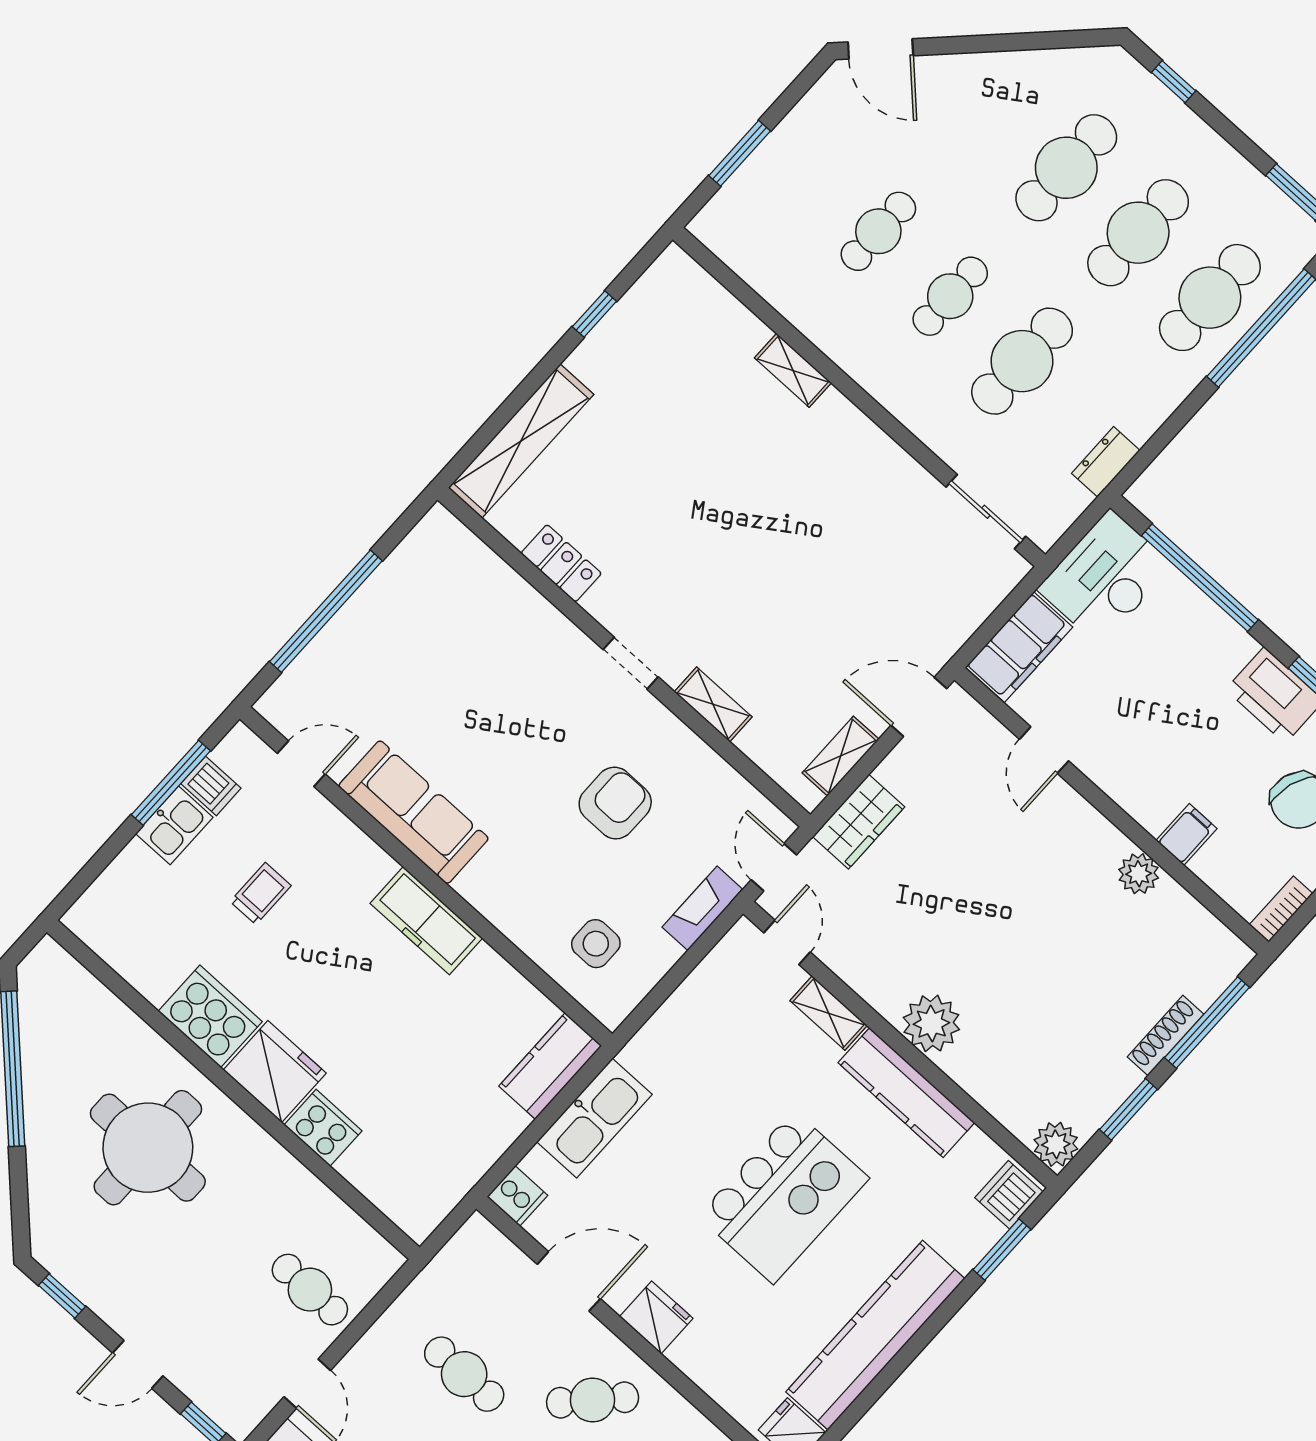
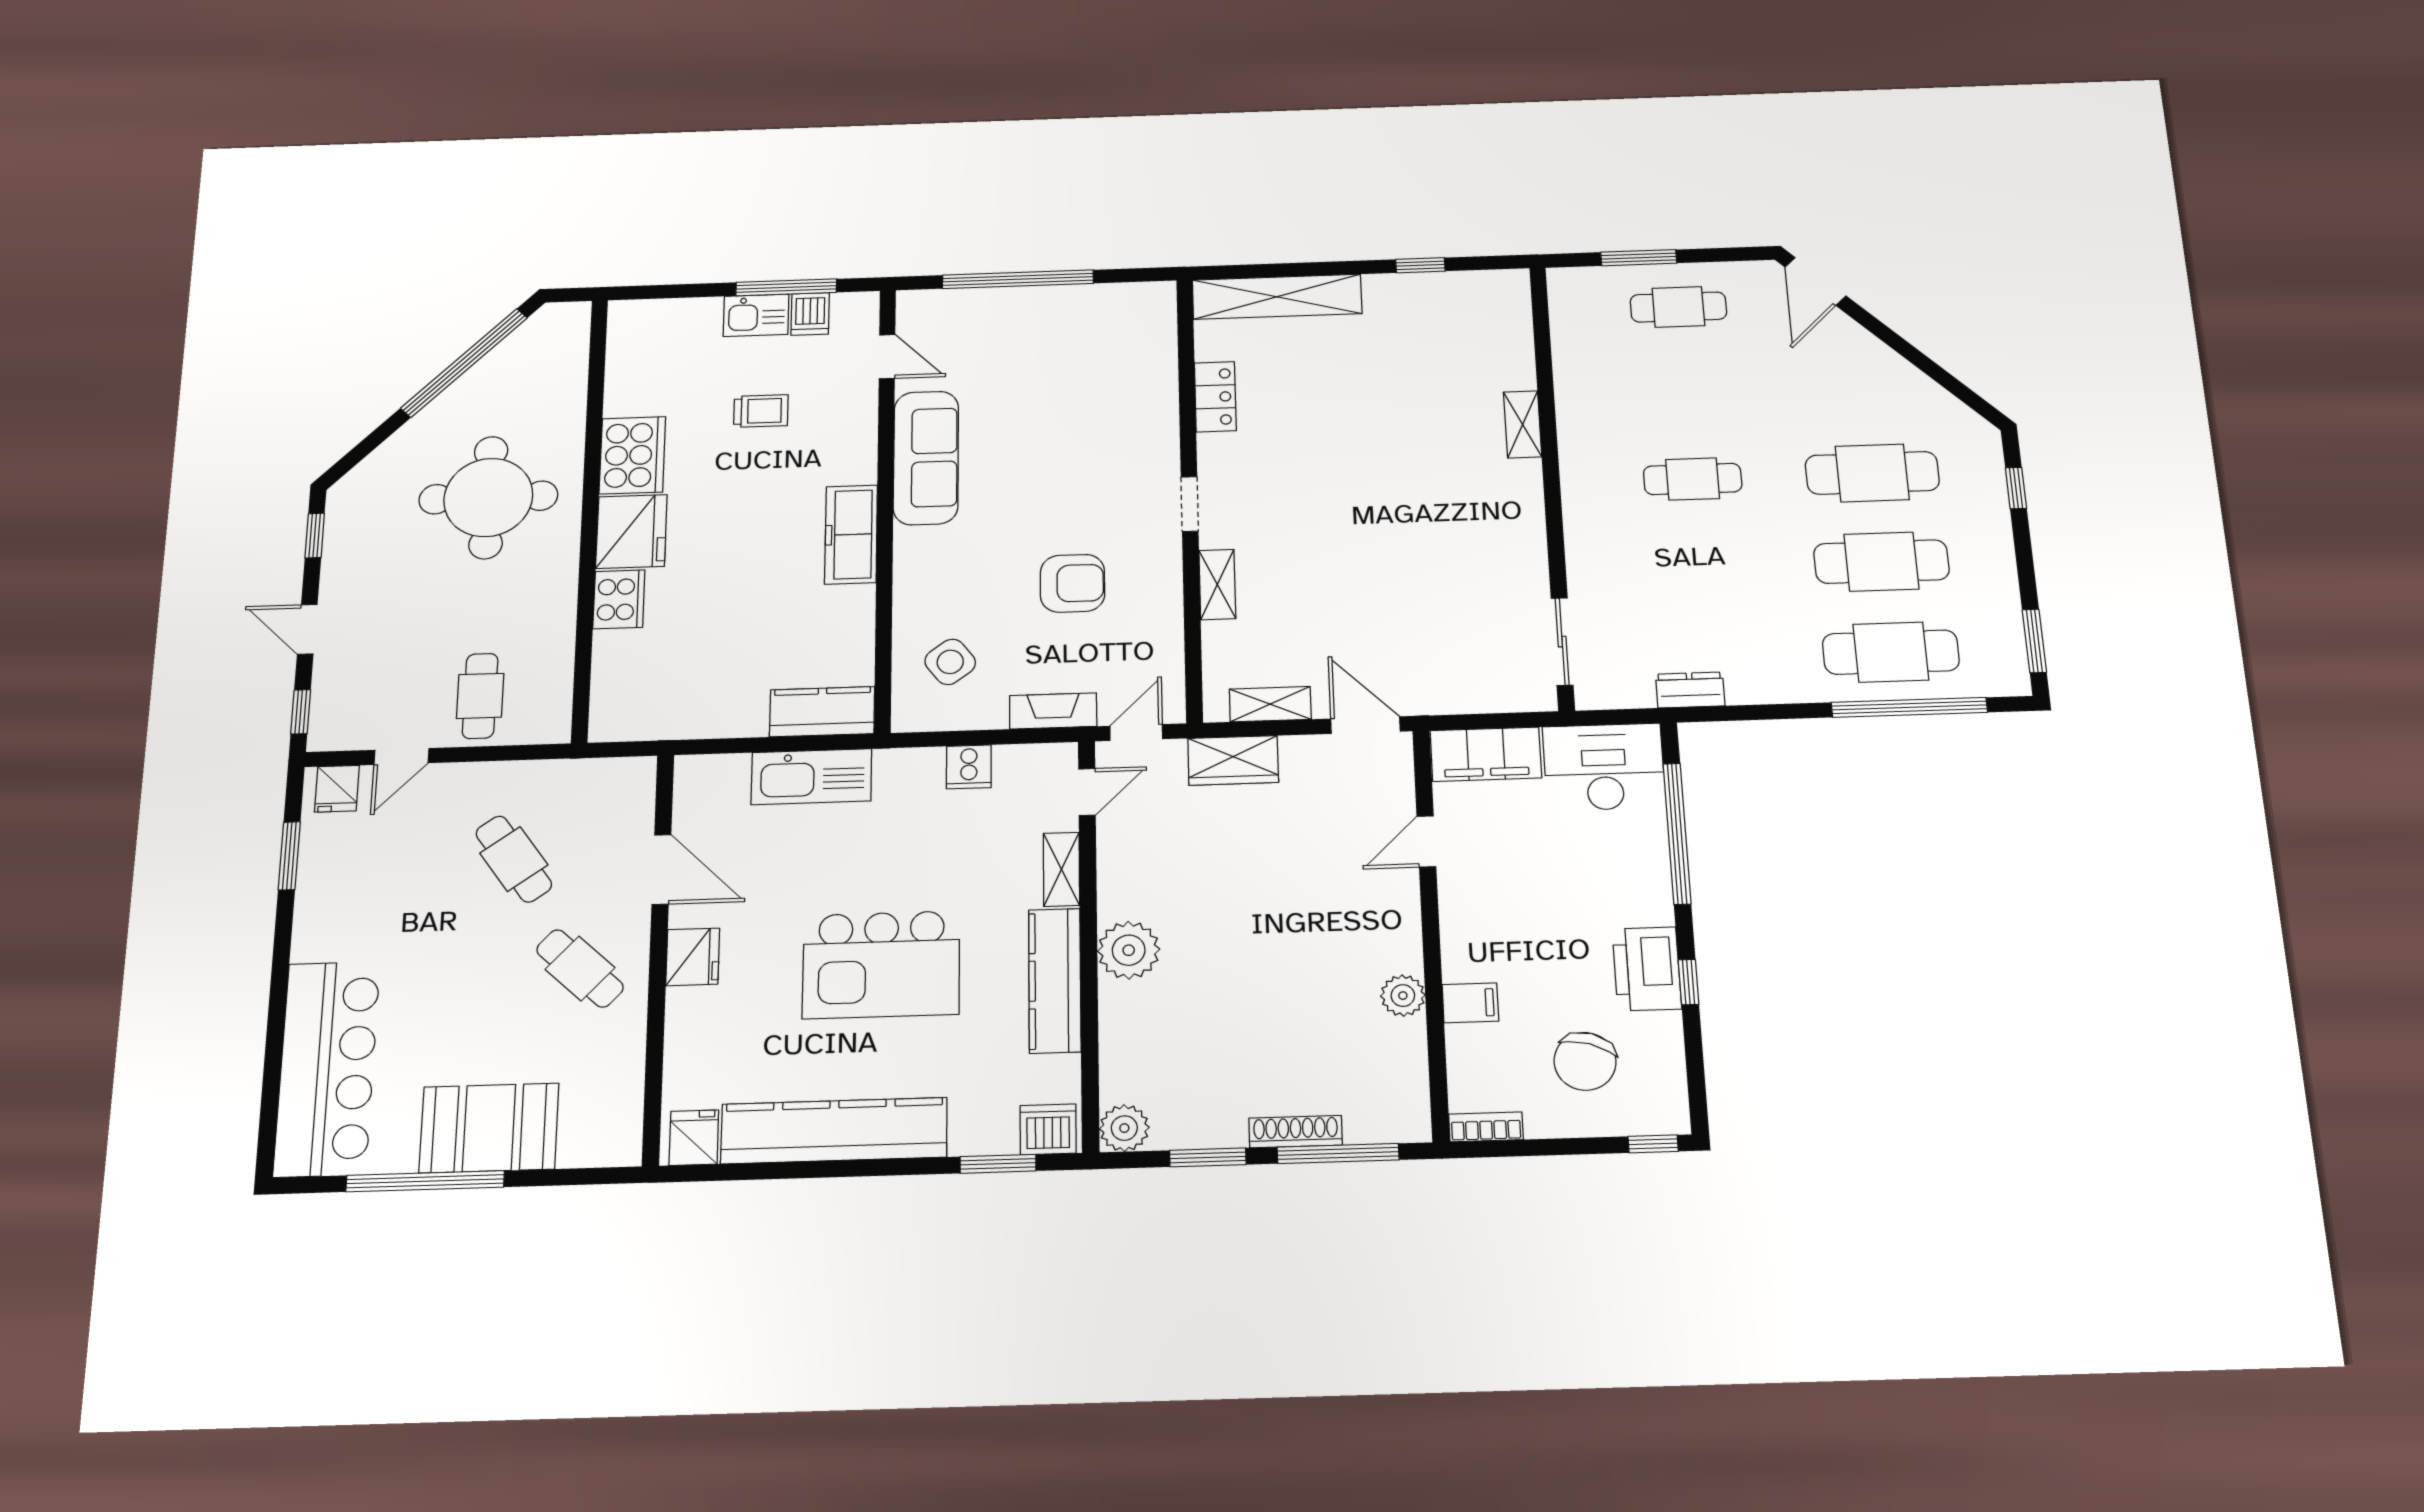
cafe table: (878, 231) -> (1678, 307), moved
cafe table: (1022, 361) -> (1700, 568), removed
side table: (596, 944) -> (950, 662), turned -37
cooker: (517, 1196) -> (969, 767), moved
cafe table: (464, 1374) -> (514, 859), turned -35

